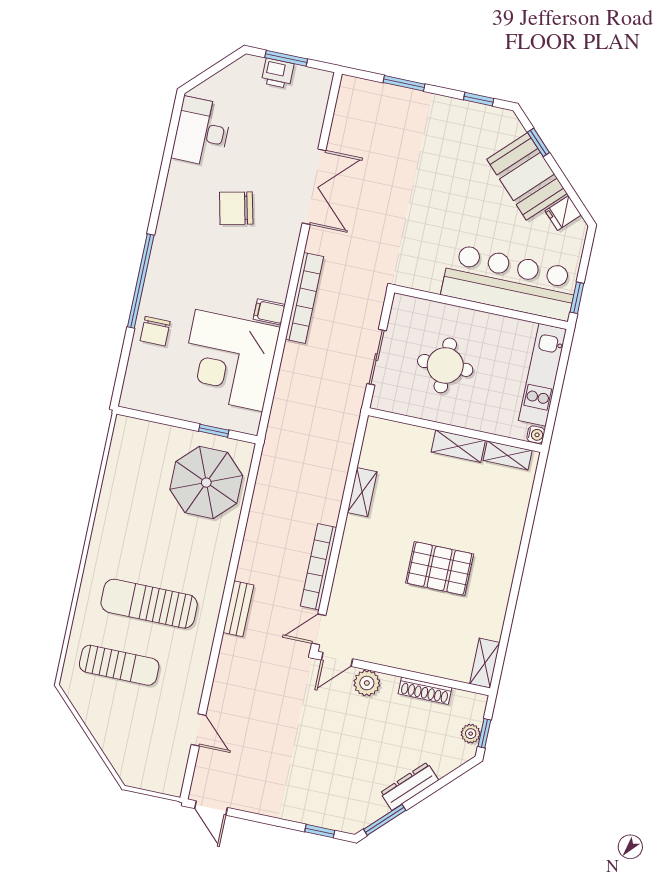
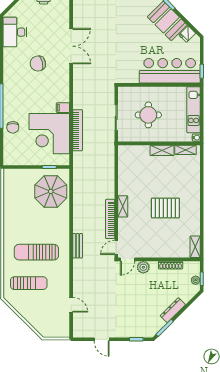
bookcase: (304, 298) -> (78, 130), moved
shelving: (362, 492) -> (123, 206), moved
door: (211, 808) -> (102, 339), moved

